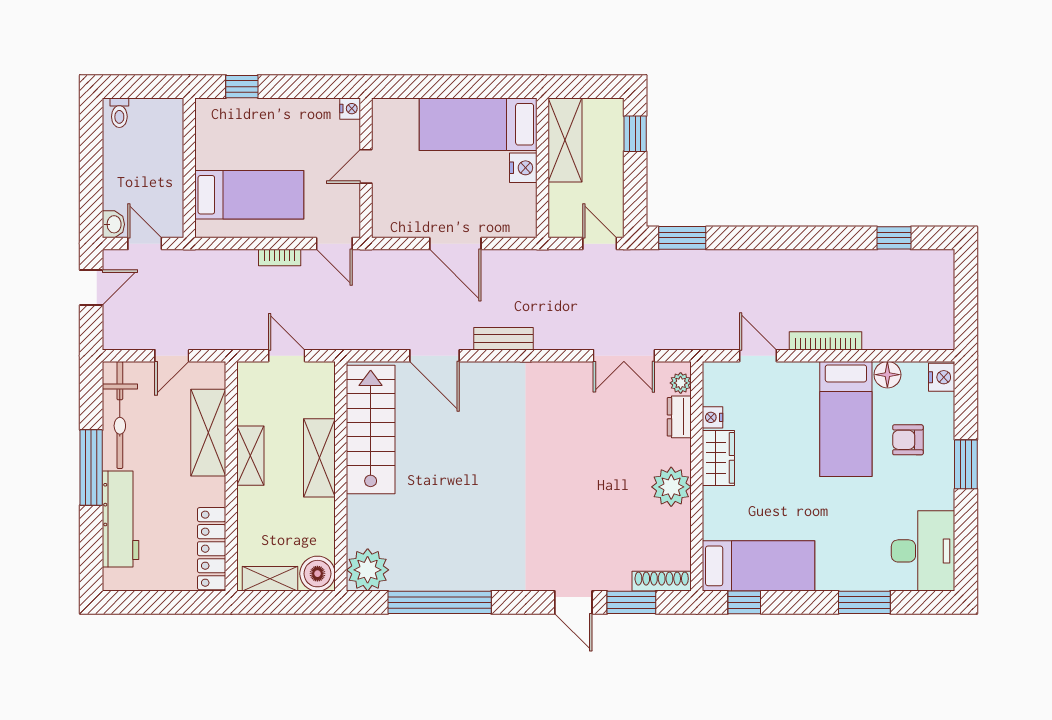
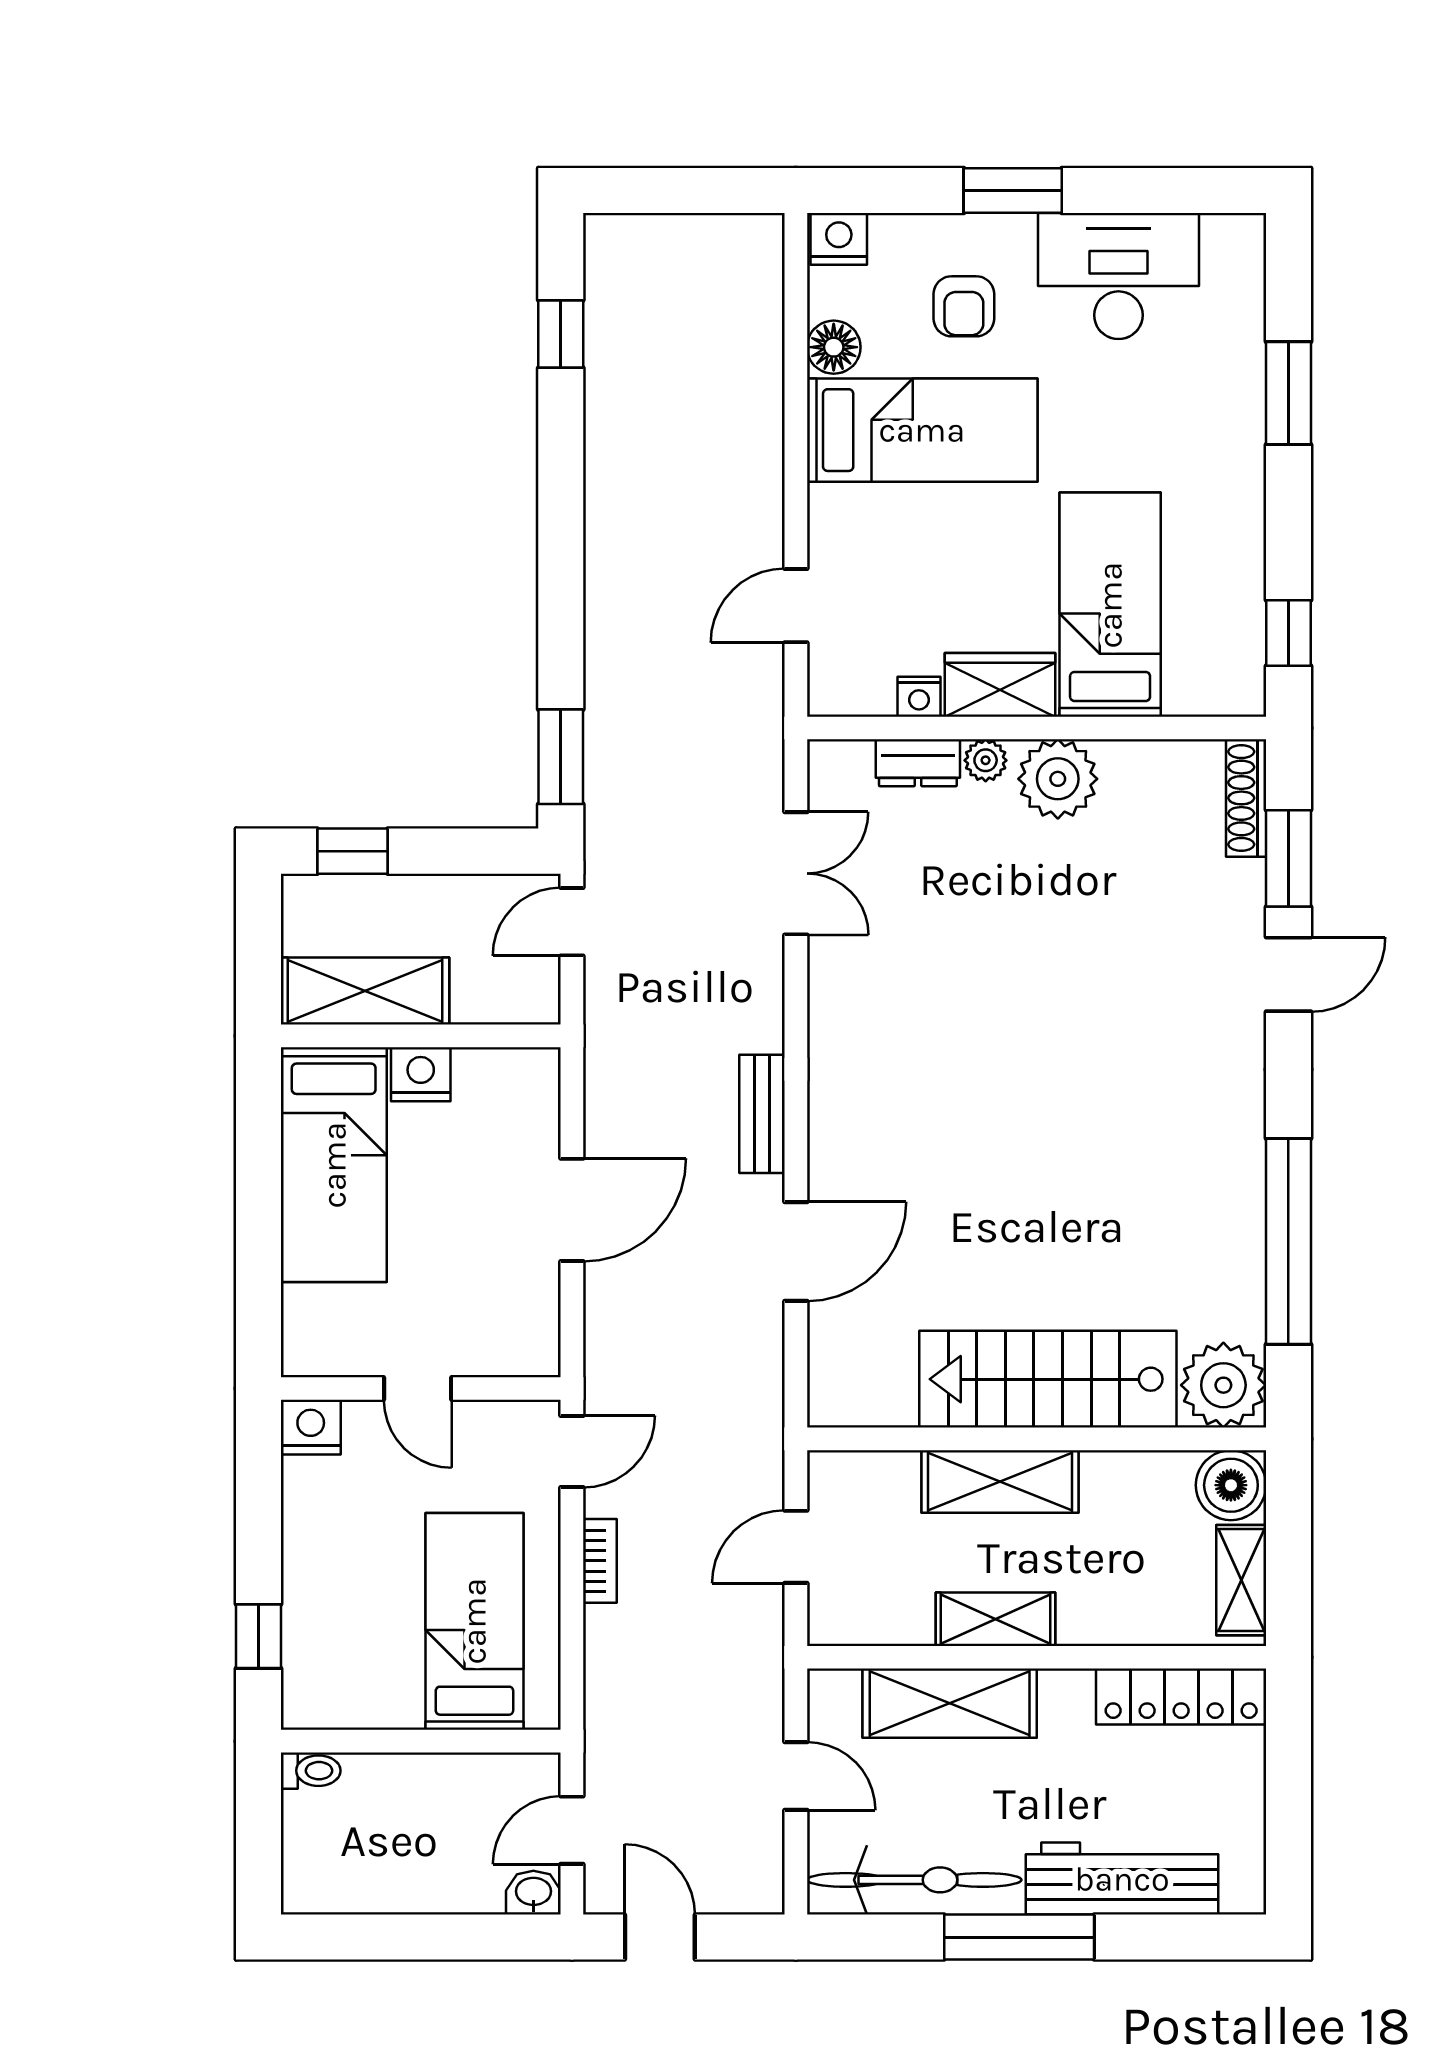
nightstand: (350, 109) -> (311, 1427), width x1.39, depth x1.35
toilet: (119, 113) -> (311, 1771), moved
bookcase: (825, 341) -> (766, 471), removed
plant: (681, 383) -> (986, 760), moved
stairs: (371, 429) -> (1048, 1379), moved
desk: (923, 551) -> (1118, 276), moved
bed: (759, 566) -> (1110, 605), moved

